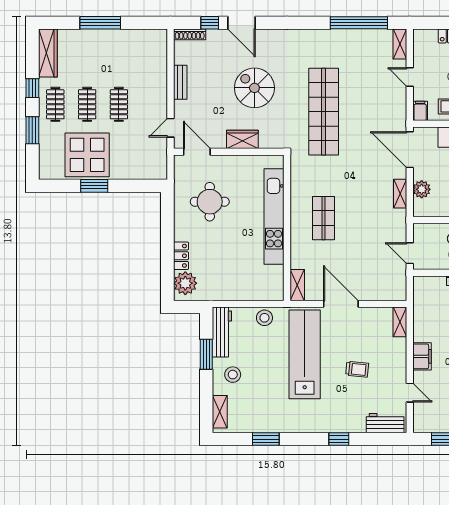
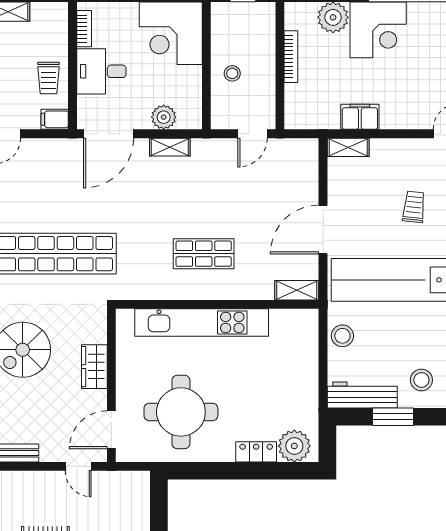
round table: (210, 202) -> (181, 412), width x1.36, depth x1.36
filing cabinet: (422, 356) -> (360, 117), moved

